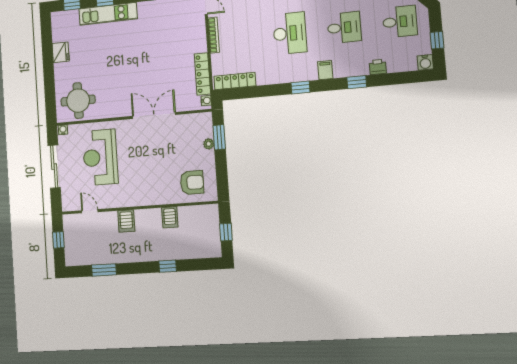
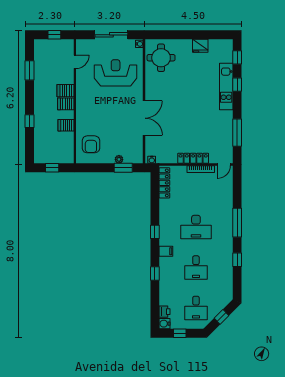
printer: (378, 67) -> (165, 312), moved
locker: (202, 74) -> (193, 158), moved
server rack: (143, 219) -> (66, 104), added

